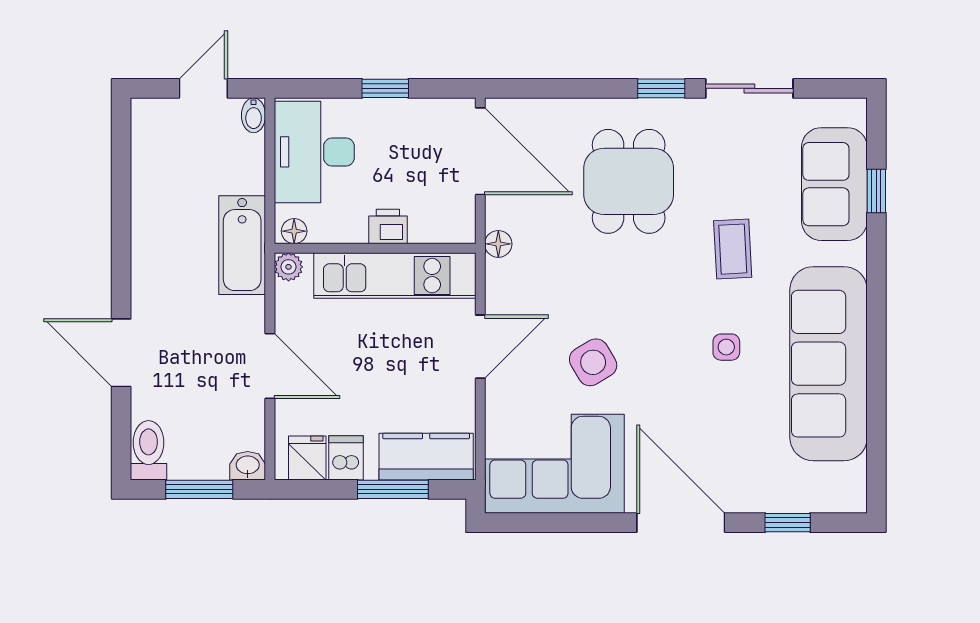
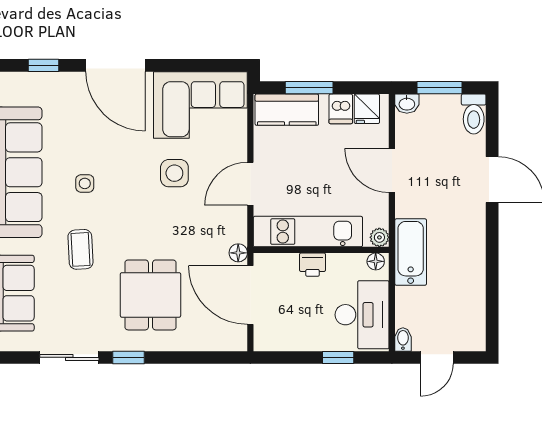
window: (385, 88) -> (338, 357), moved
door: (480, 151) -> (250, 295), moved
side table: (593, 362) -> (174, 173), turned 31

